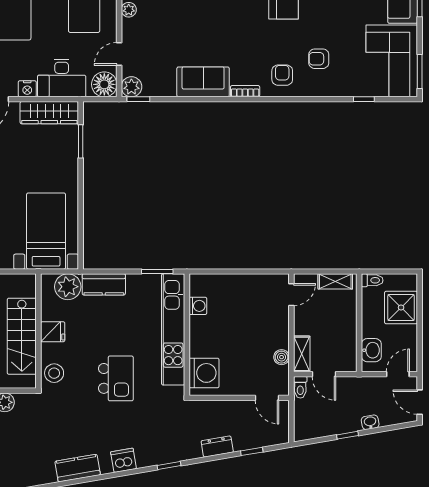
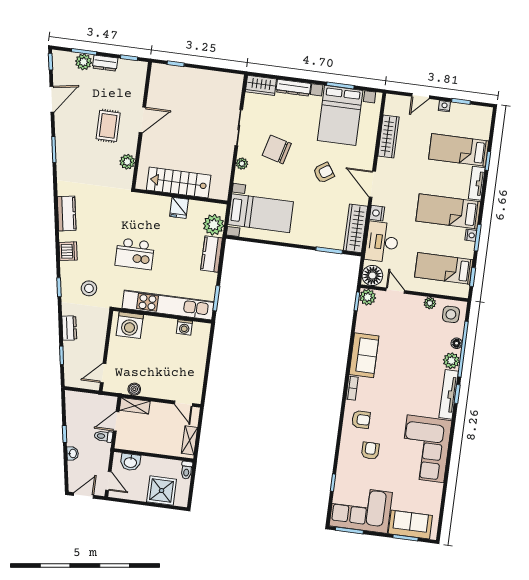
stool: (54, 373) -> (89, 288), moved
toilet: (300, 387) -> (103, 436), moved

